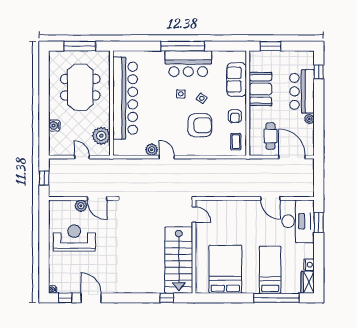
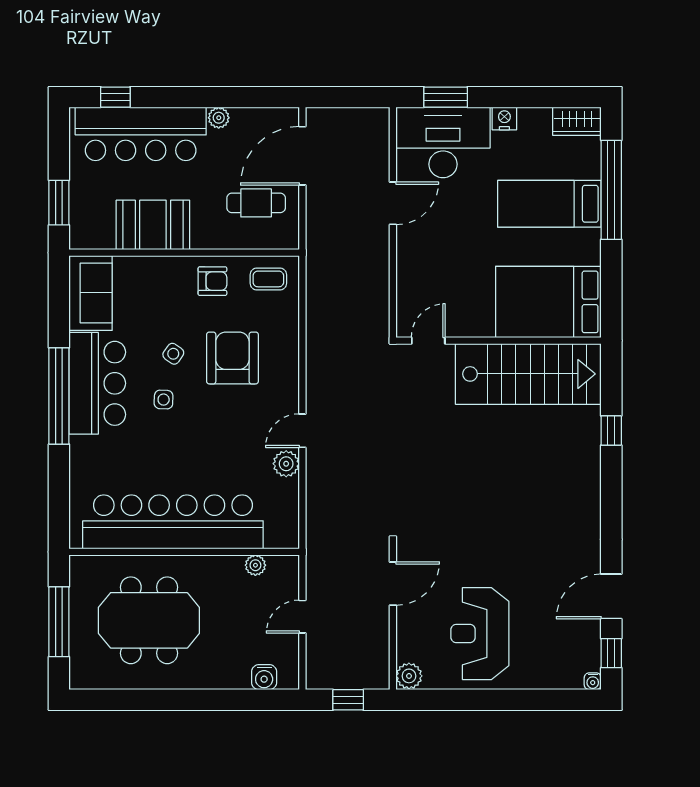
sofa: (237, 80) -> (91, 293), moved, turned -90
bar counter: (302, 91) -> (141, 134), width x1.36
water cooler: (54, 125) -> (264, 677), moved
plant: (101, 136) -> (255, 565), width x0.53, depth x0.53
plant: (81, 206) -> (409, 676), moved
door: (194, 214) -> (428, 341), moved
wall: (194, 247) -> (499, 341), moved
stairs: (179, 260) -> (528, 374), moved
nightstand: (309, 265) -> (504, 118), moved

